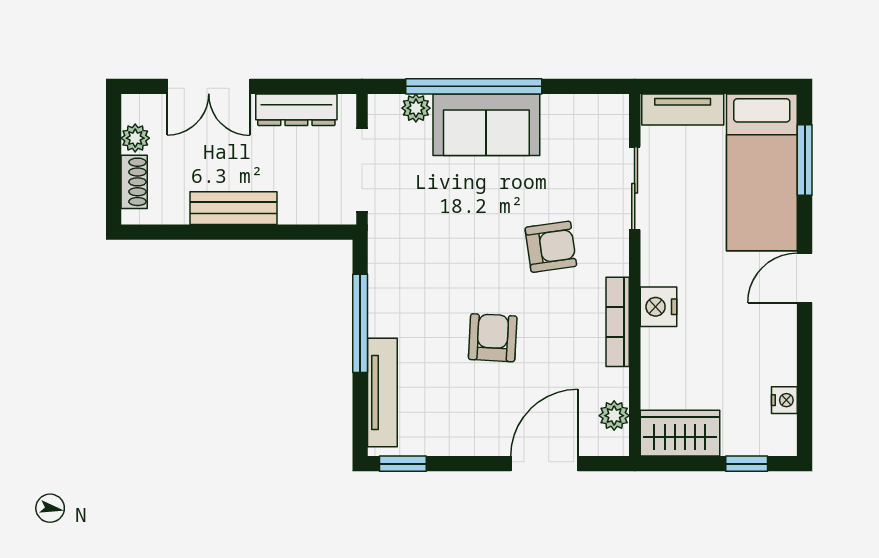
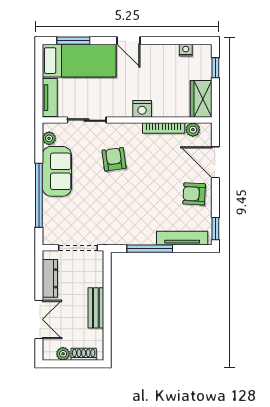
plant: (416, 108) -> (49, 138), moved
sofa: (486, 125) -> (57, 171), moved
bookcase: (618, 322) -> (164, 128), moved
armchair: (493, 338) -> (194, 194), moved

